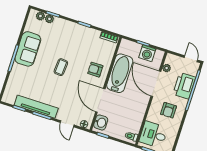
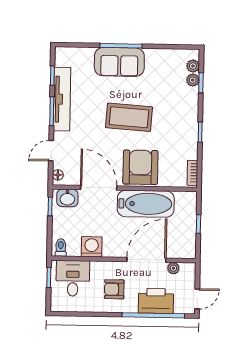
sofa: (28, 49) -> (119, 62), moved
washing machine: (147, 53) -> (92, 247), moved, turned 90
coffee table: (61, 67) -> (129, 117), width x1.86, depth x1.72
armchair: (95, 70) -> (140, 167), width x1.88, depth x1.88
door: (100, 100) -> (99, 188), hinge flipped

